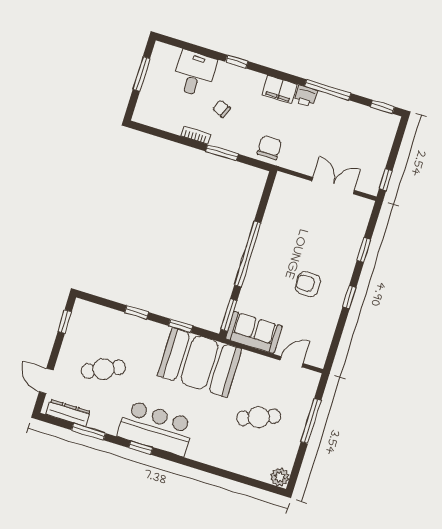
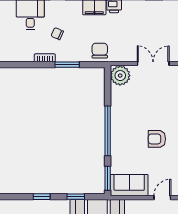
plant: (286, 188) -> (120, 76), added

